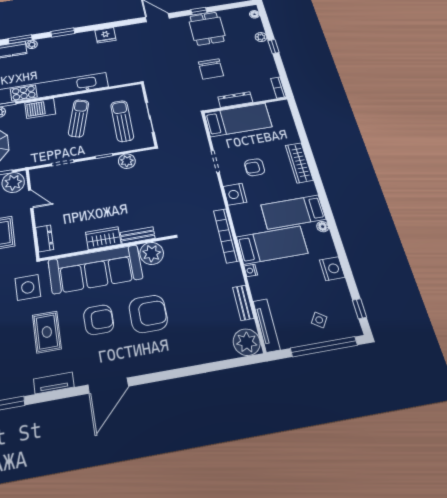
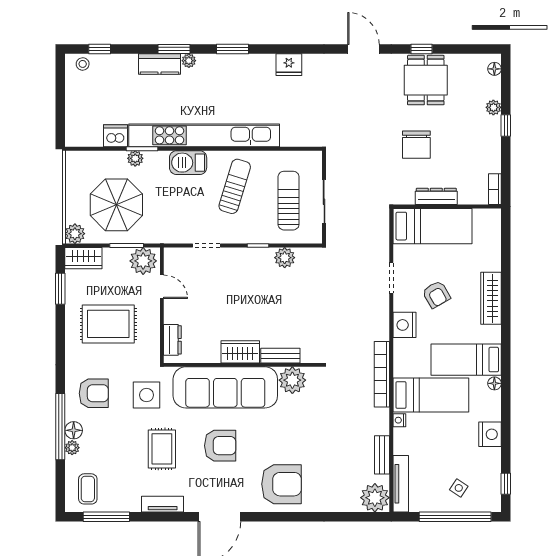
armchair: (255, 167) -> (436, 294), turned -120
armchair: (148, 314) -> (282, 484), moved

